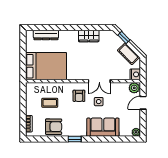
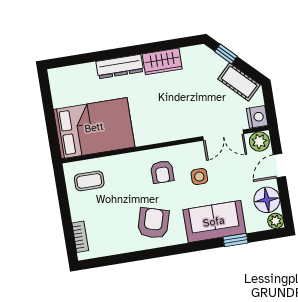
dresser: (46, 35) -> (120, 66), moved
double door: (99, 81) -> (223, 135), moved
coffee table: (50, 103) -> (89, 181), moved
floor lamp: (133, 120) -> (267, 200), added
armchair: (54, 127) -> (153, 223), moved, turned -74
window: (75, 139) -> (236, 240), moved

